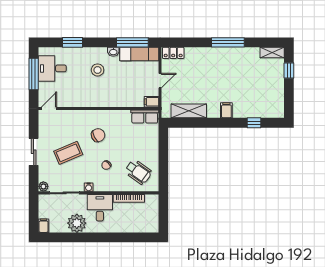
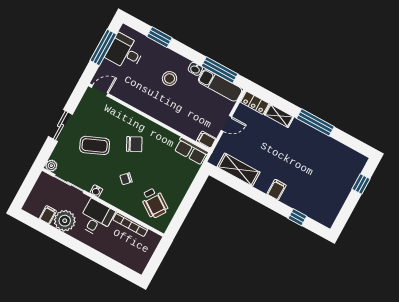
shelving: (272, 53) -> (279, 116), moved
filing cabinet: (44, 226) -> (48, 215), moved

